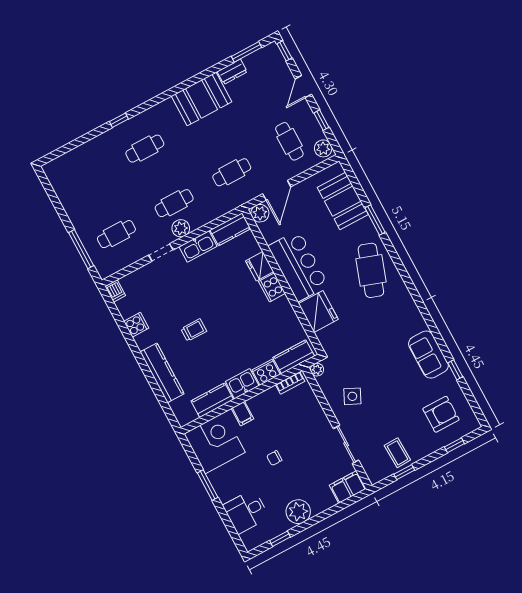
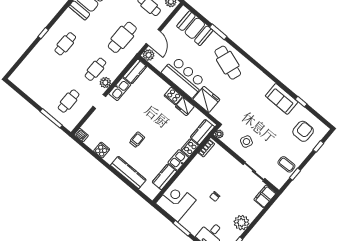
cafe table: (232, 172) -> (122, 37), width x1.37, depth x1.35
fridge: (260, 266) -> (185, 107), moved
filing cabinet: (243, 414) -> (186, 178), removed

